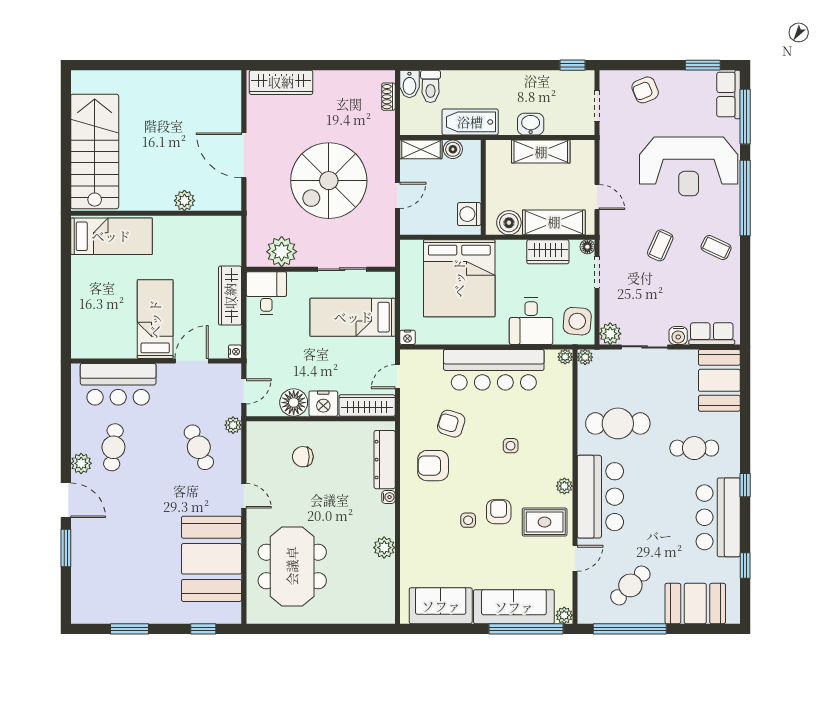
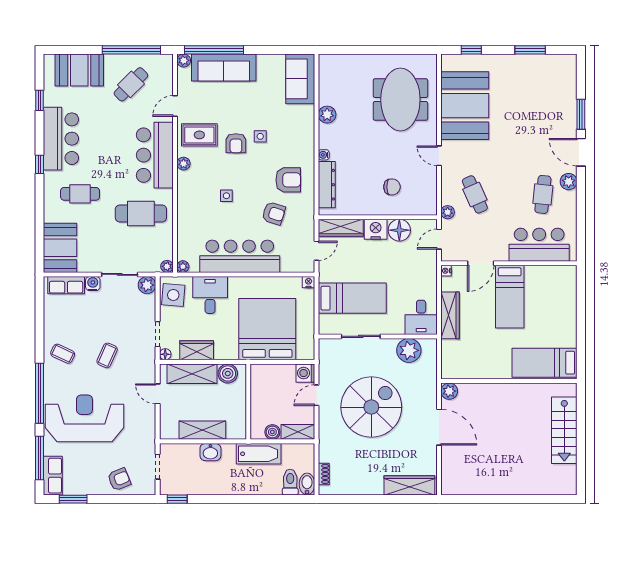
stairs: (95, 151) -> (564, 430), width x0.73, depth x0.66
plant: (184, 201) -> (449, 391), moved
washing machine: (469, 214) -> (305, 373), moved, turned 180
sofa: (441, 606) -> (300, 79), moved, turned 90

